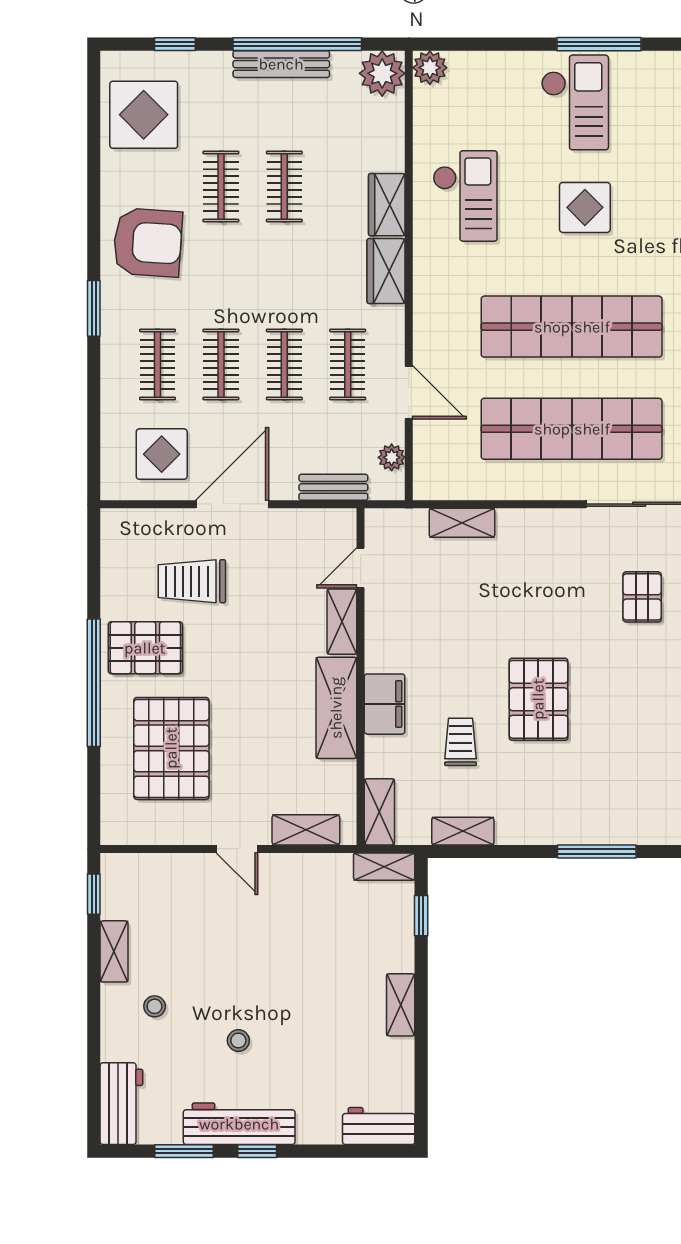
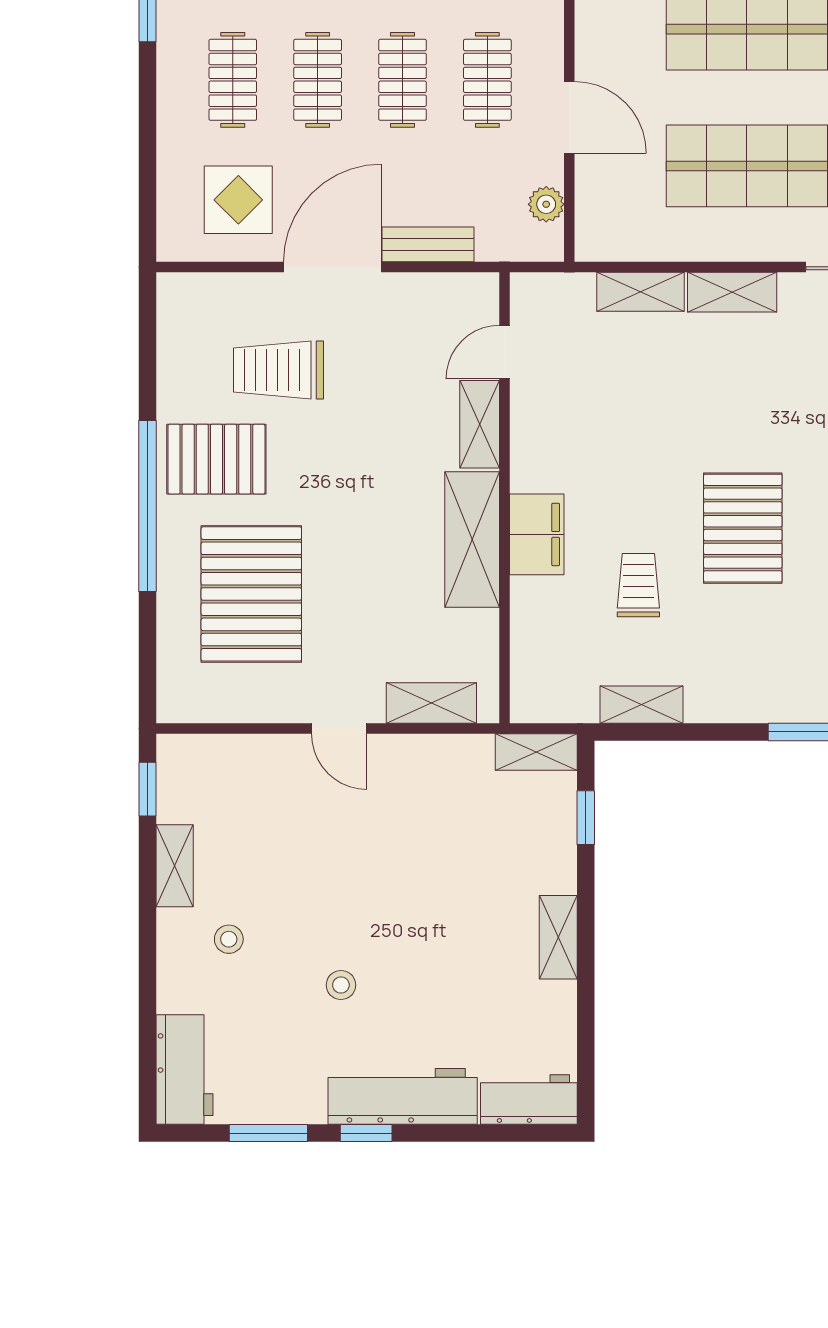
bench: (333, 487) -> (428, 244), moved
shelving: (379, 812) -> (732, 292), moved, turned 90
workbench: (239, 1124) -> (403, 1096), moved

